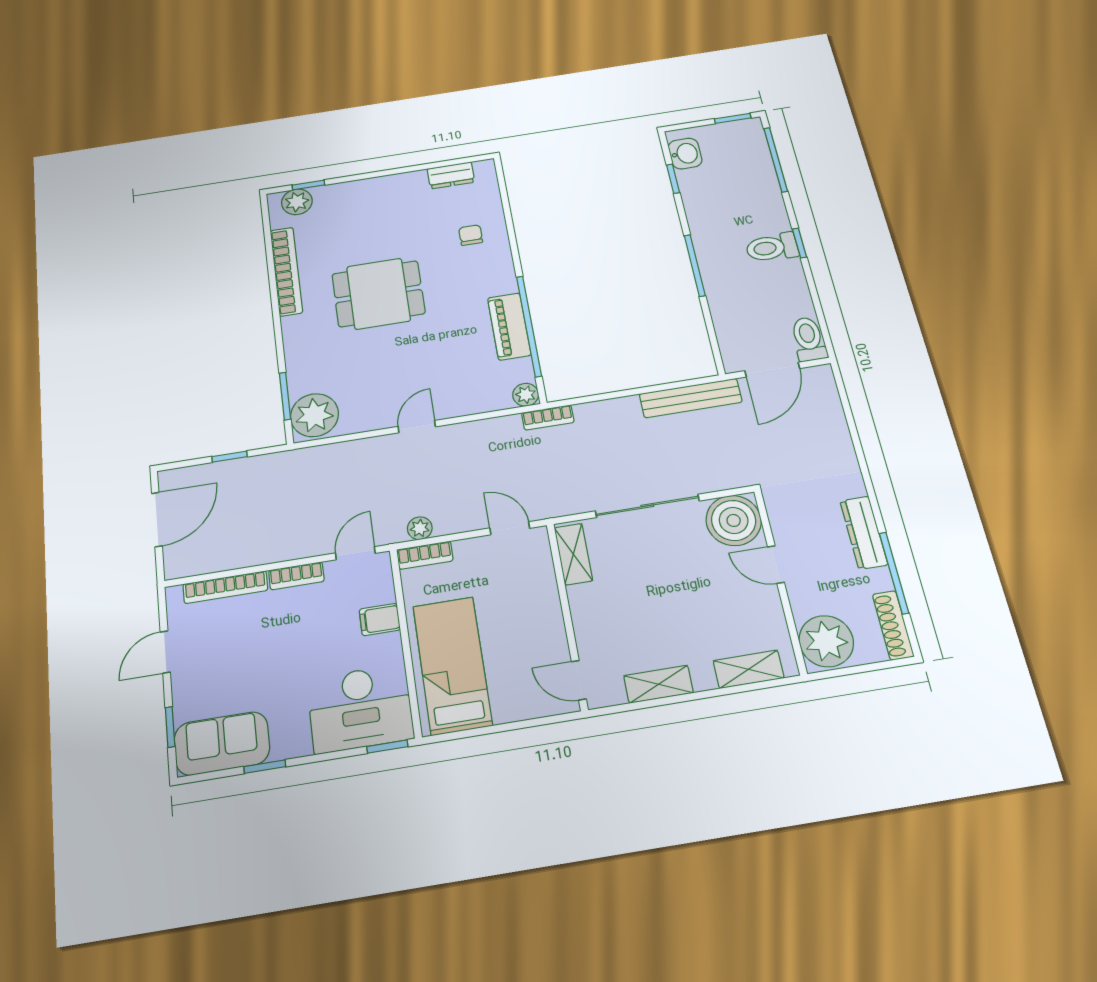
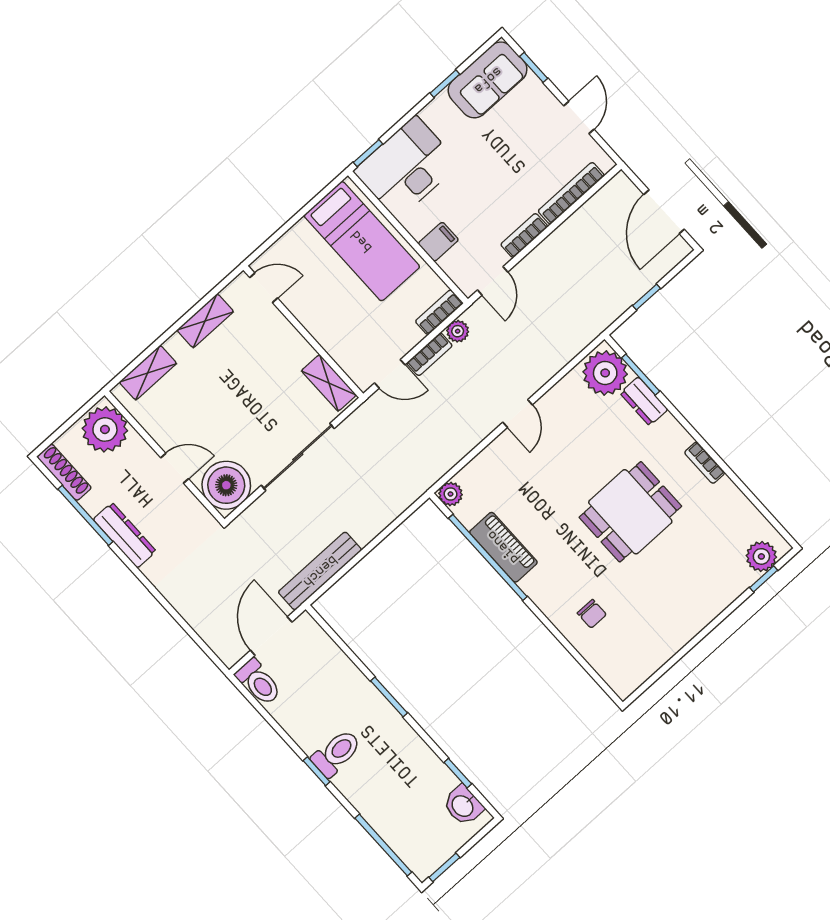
dresser: (451, 175) -> (644, 401), moved, turned -90
window: (695, 265) -> (389, 697), width x0.69
bookcase: (286, 271) -> (705, 463), width x0.43, depth x0.76
bookcase: (548, 417) -> (429, 354), moved, turned 180

